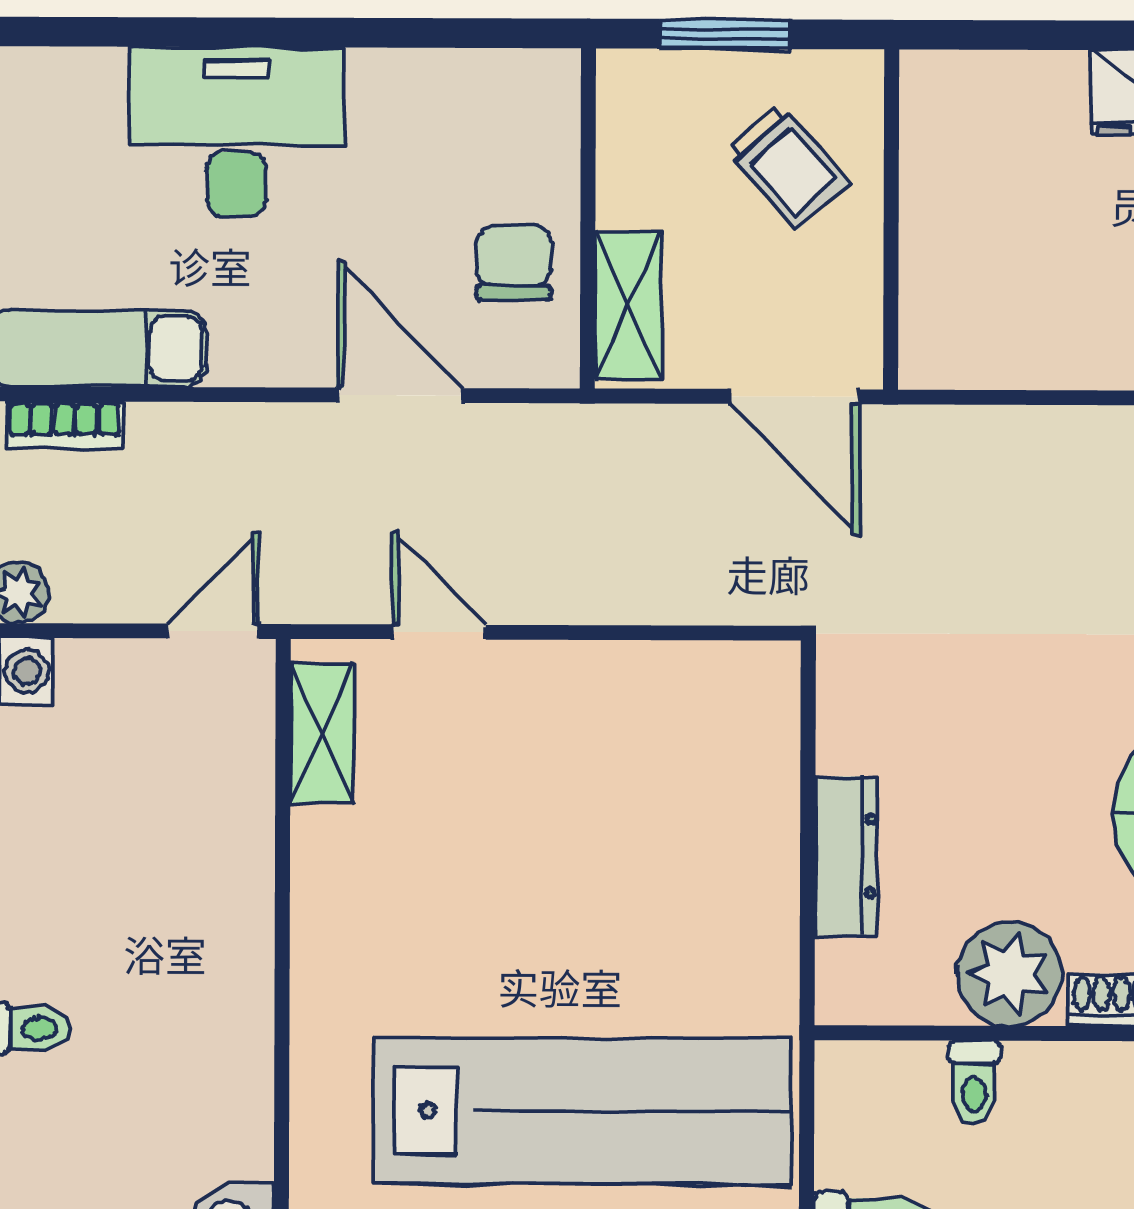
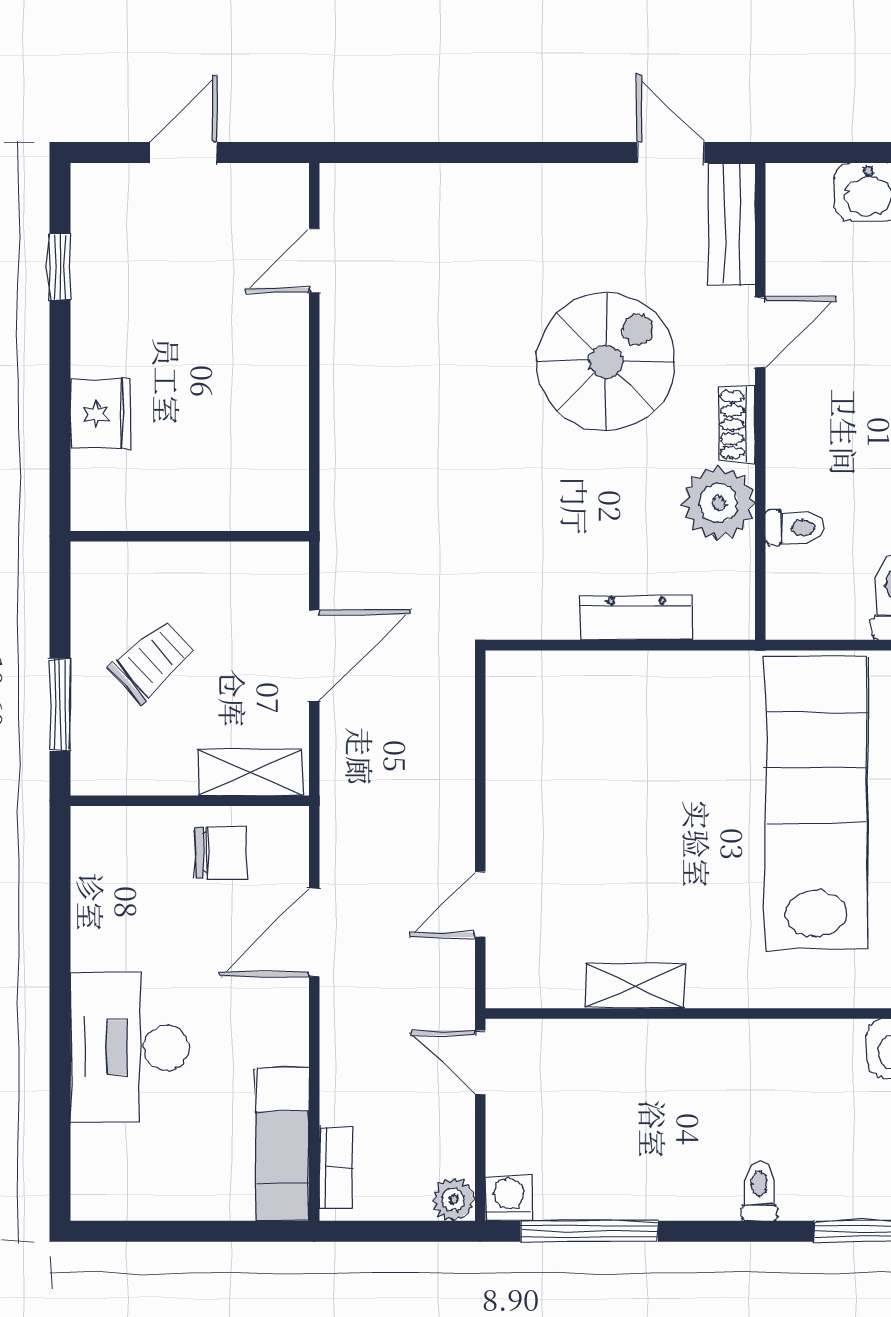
wall: (891, 219) -> (190, 536), moved
chair: (514, 263) -> (221, 853), turned 180
shelving: (322, 734) -> (635, 986), moved

